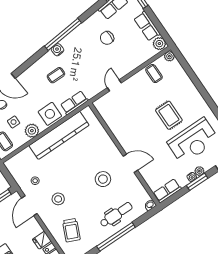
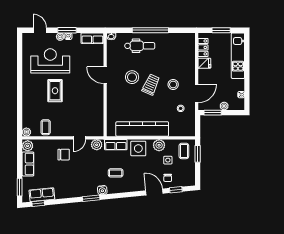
window: (63, 34) -> (91, 198), width x0.47
chair: (107, 38) -> (64, 155), moved
plant: (93, 90) -> (97, 145), added
dental chair: (116, 215) -> (140, 46), turned 180
trolley: (71, 230) -> (151, 85), moved

